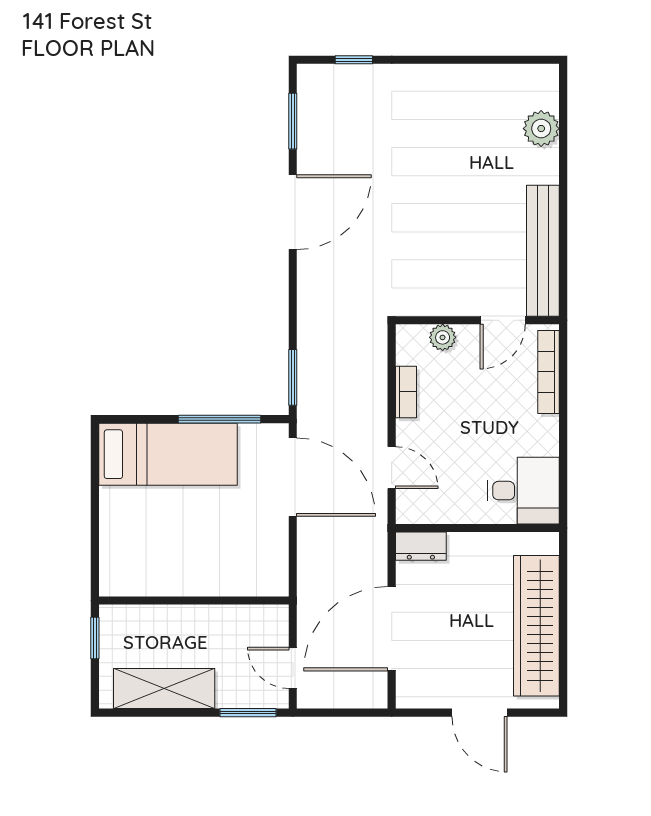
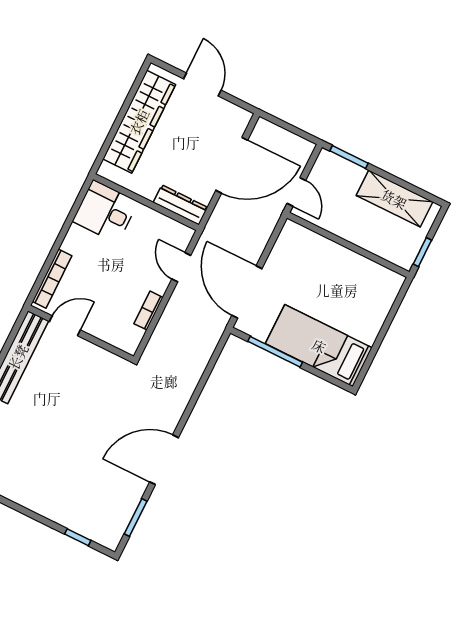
plant: (443, 337) -> (108, 334), removed
window: (293, 377) -> (216, 355), removed
dresser: (421, 546) -> (180, 205), width x1.44
door: (293, 668) -> (296, 192), moved

